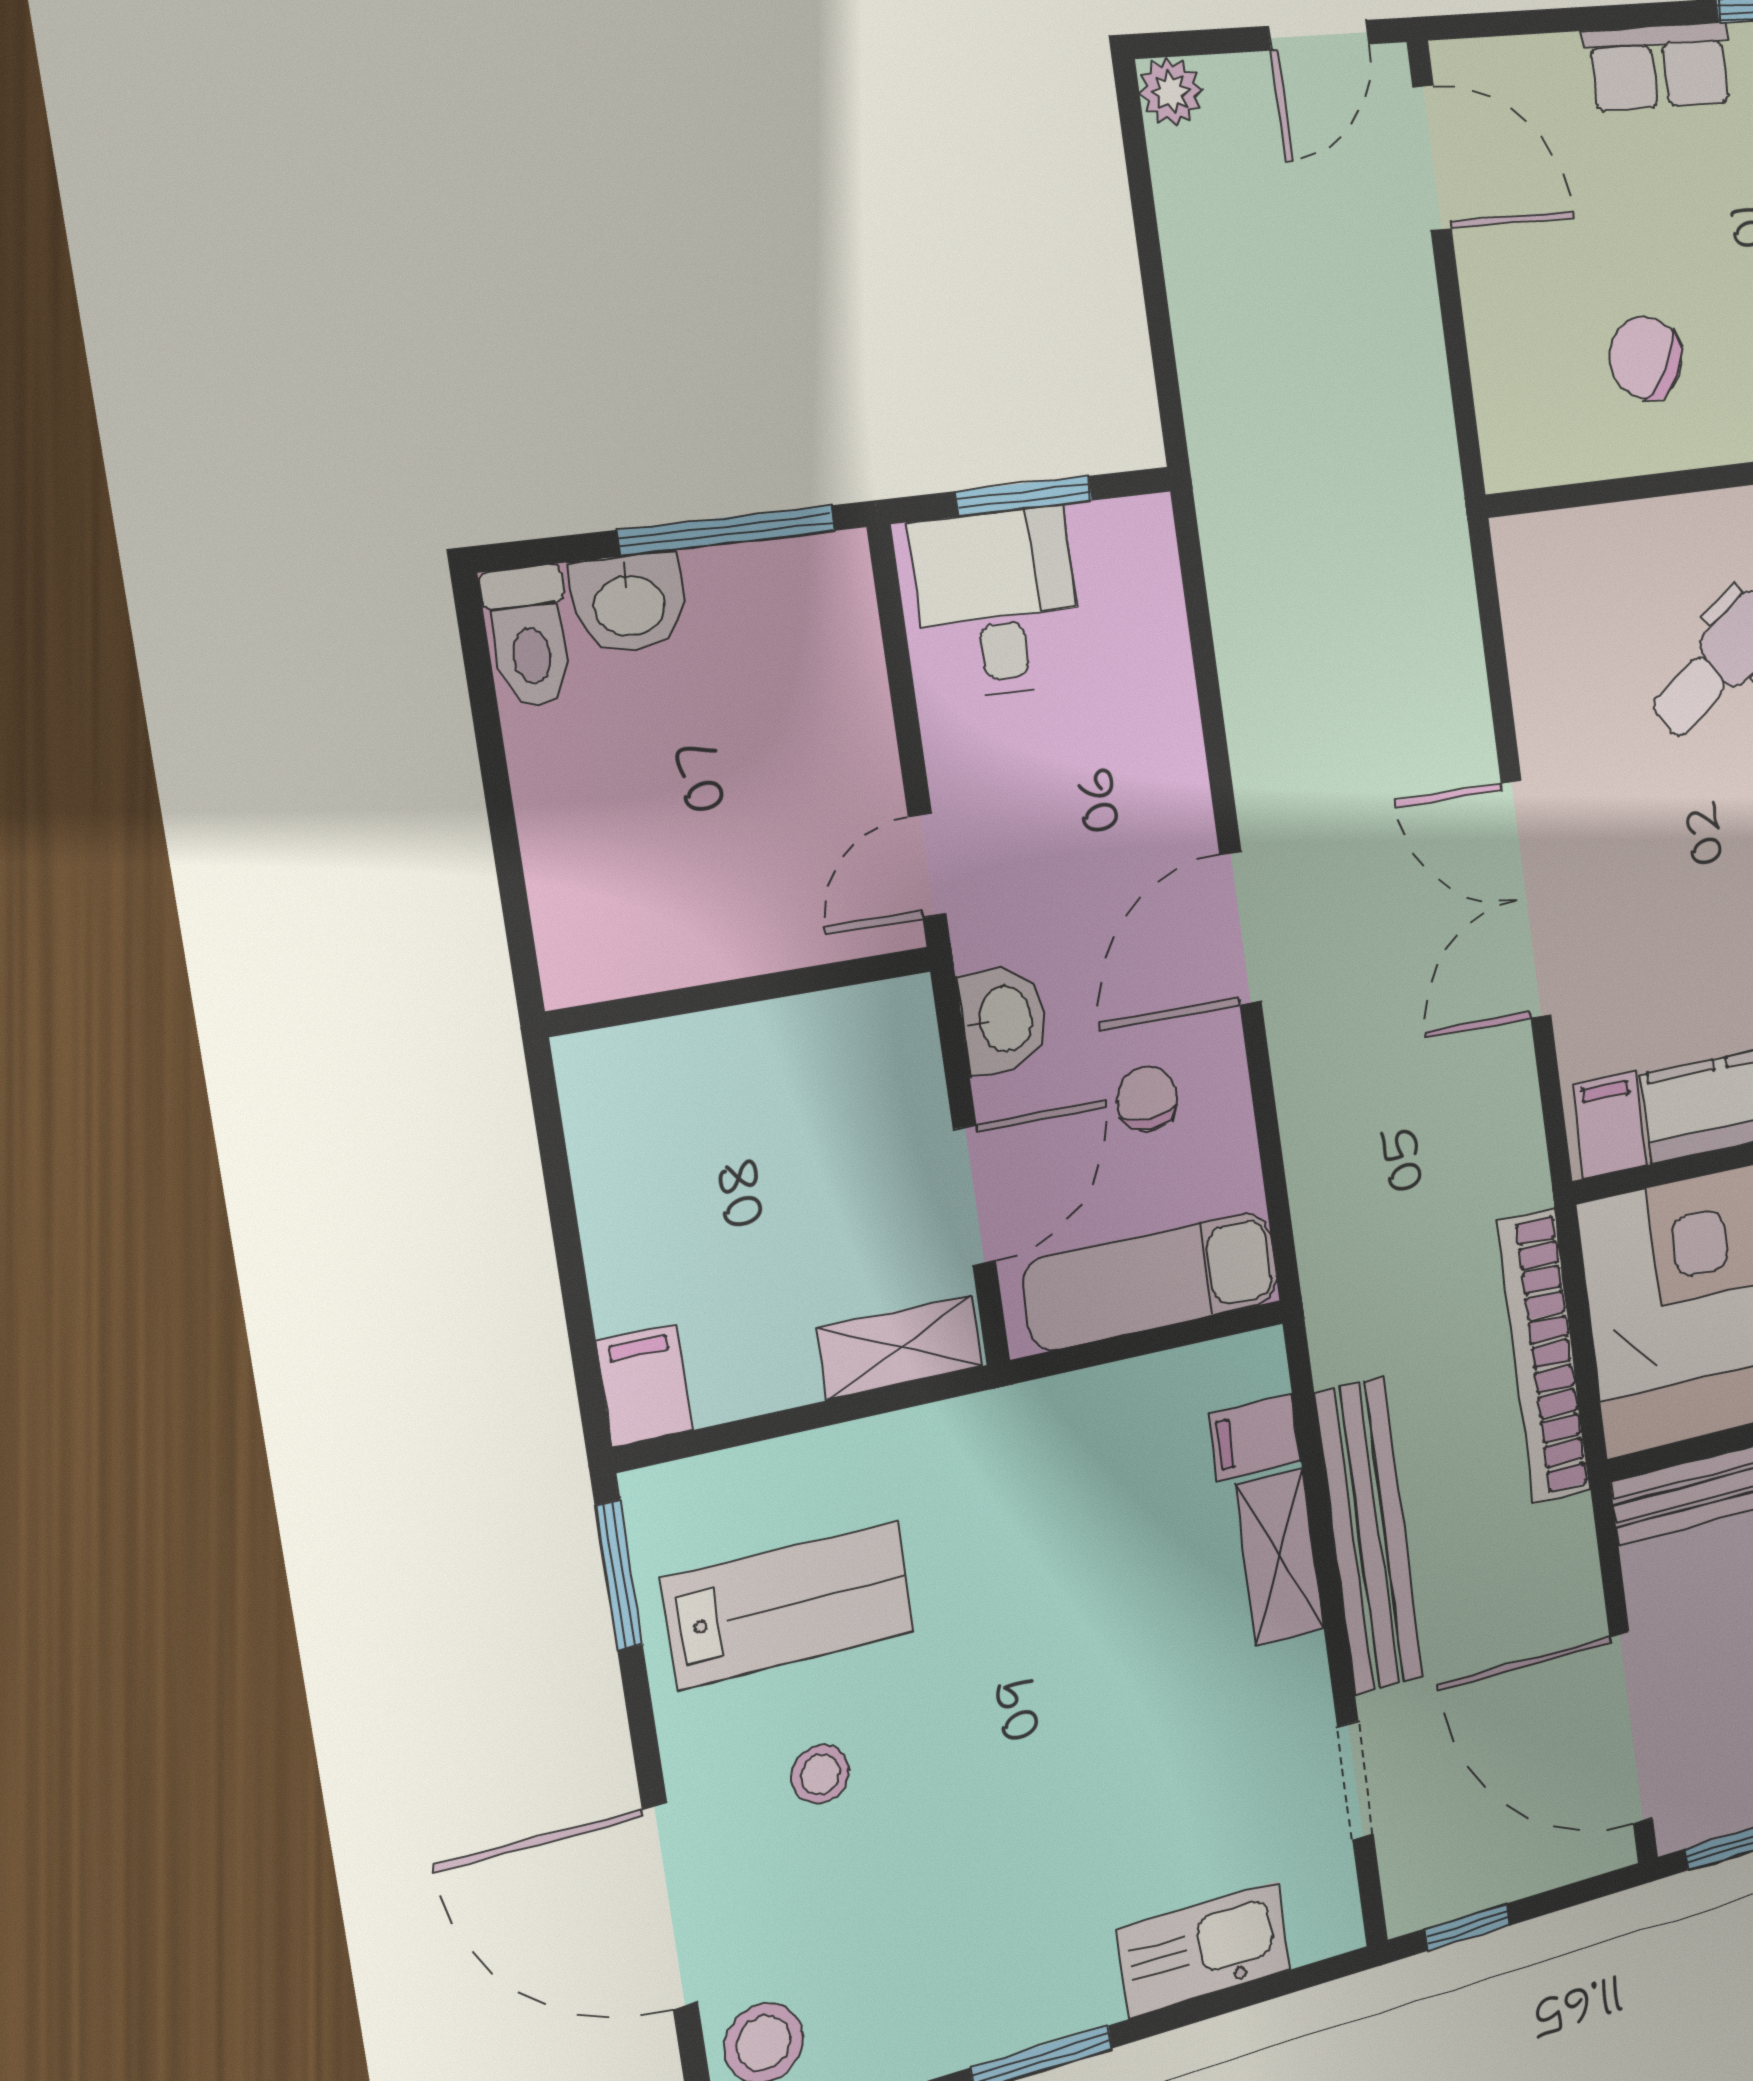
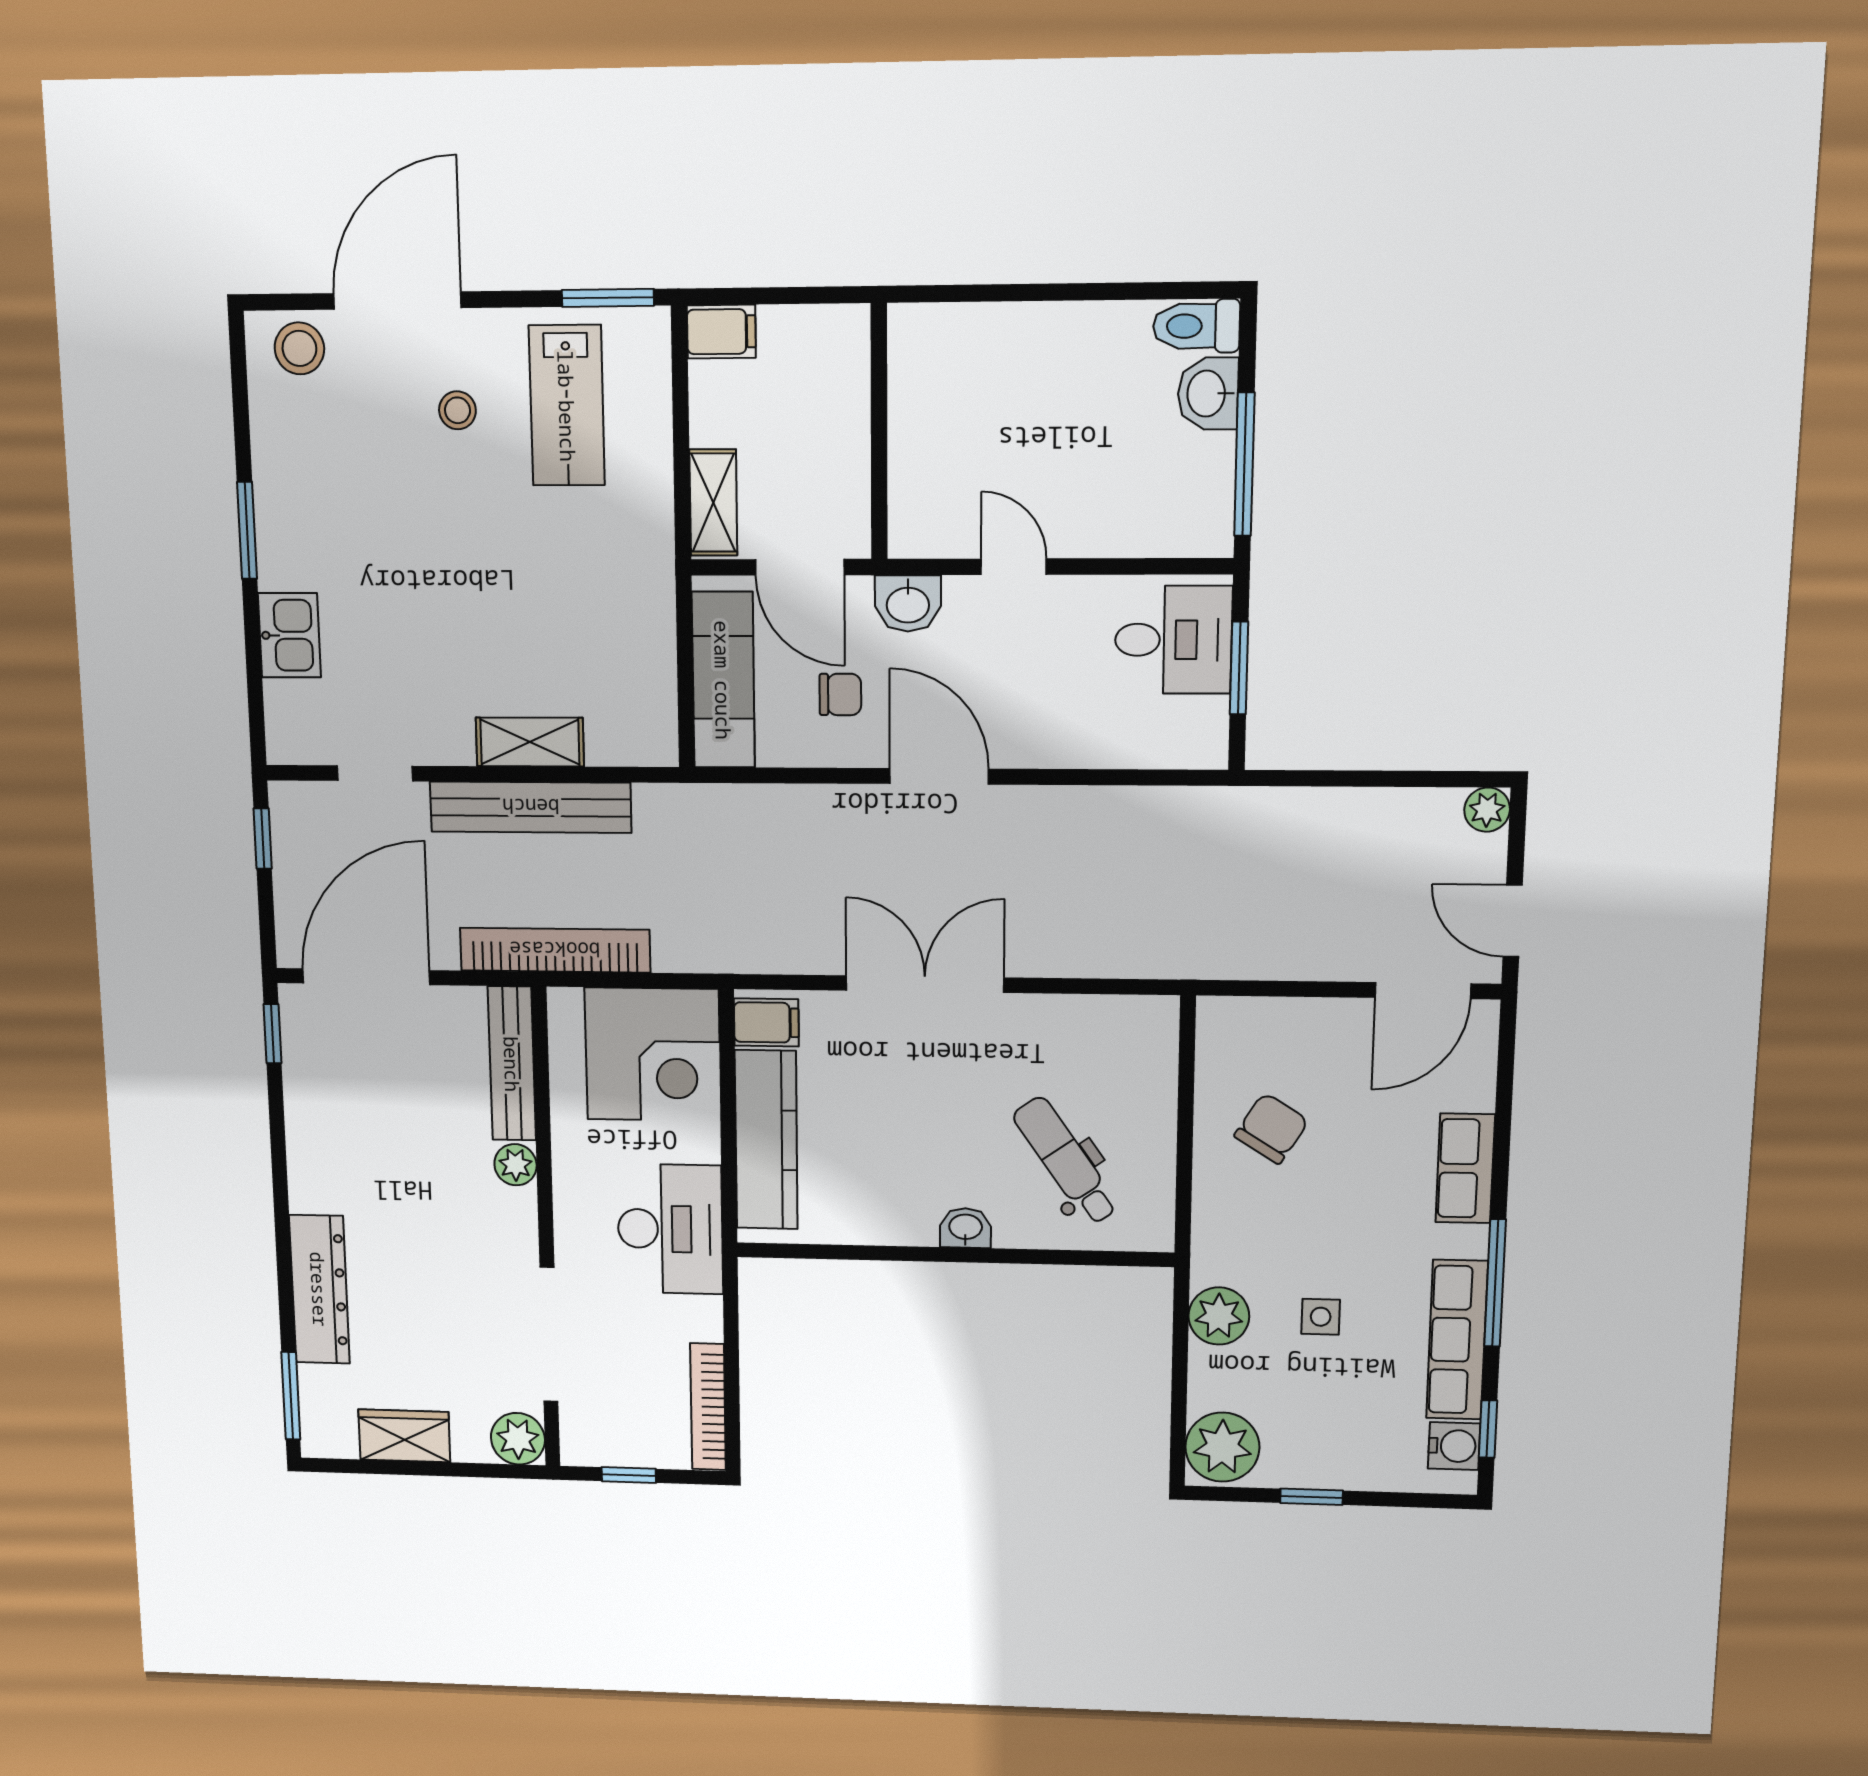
wall: (742, 991) -> (879, 432), moved
bookcase: (1544, 1356) -> (555, 950), moved
filing cabinet: (1255, 1438) -> (610, 736), removed
kitchen sink: (1204, 1950) -> (289, 635), width x0.73

